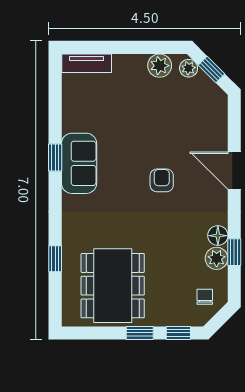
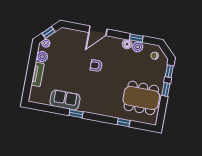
tv unit: (87, 63) -> (38, 74), moved
sofa: (79, 163) -> (65, 100), moved

